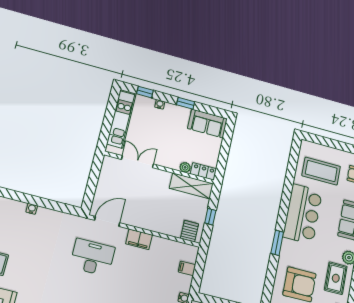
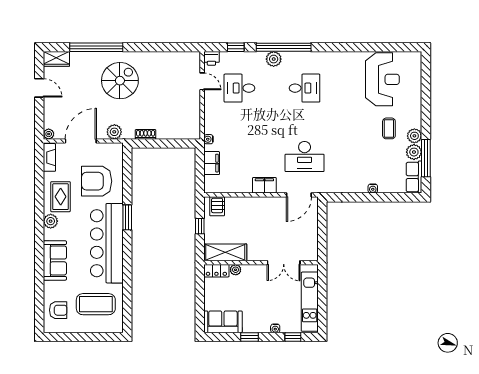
bar counter: (303, 214) -> (107, 243), width x1.36
filing cabinet: (187, 268) -> (212, 163), width x2.00

